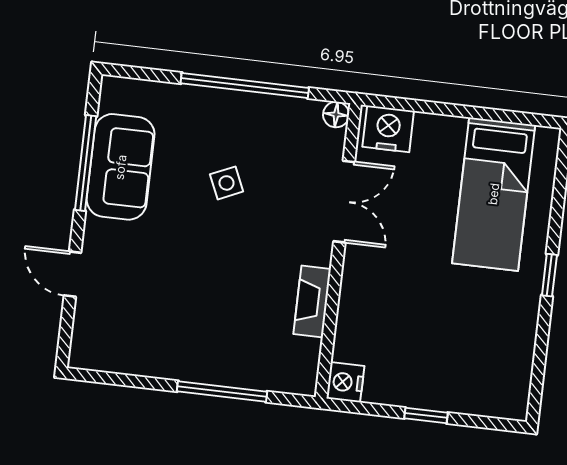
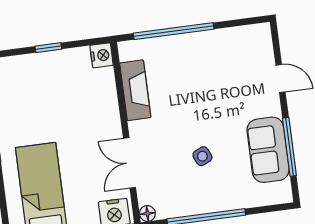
fireplace: (312, 301) -> (135, 90), width x1.37, depth x1.32
window: (222, 392) -> (174, 31), width x1.46

